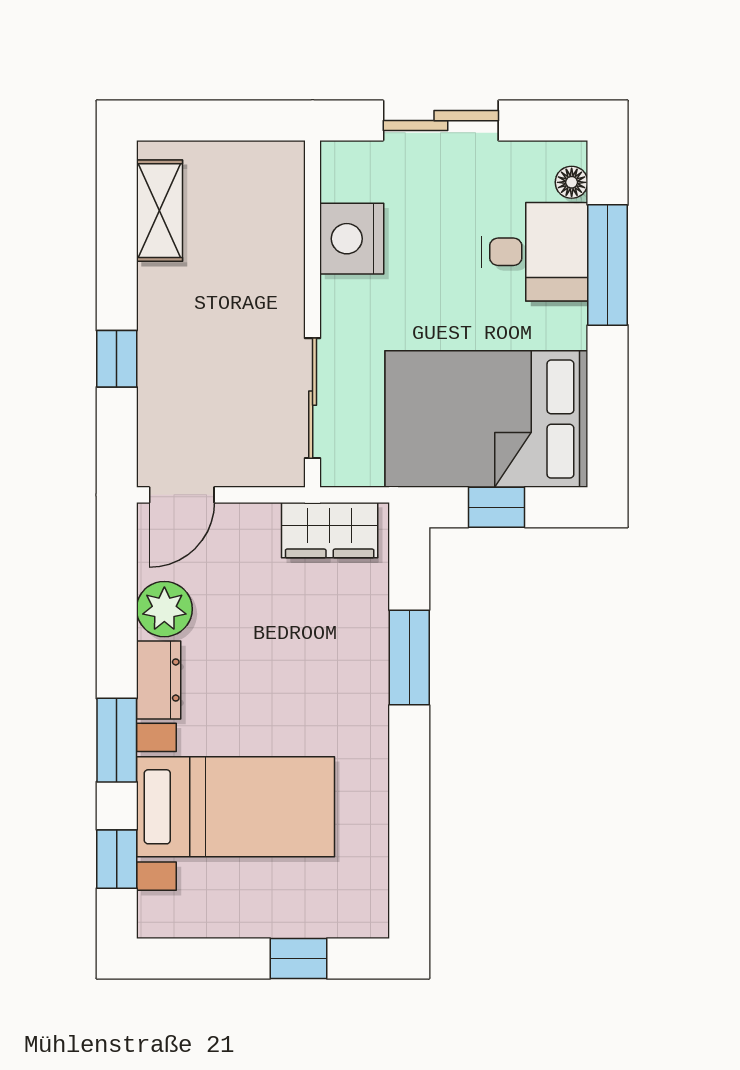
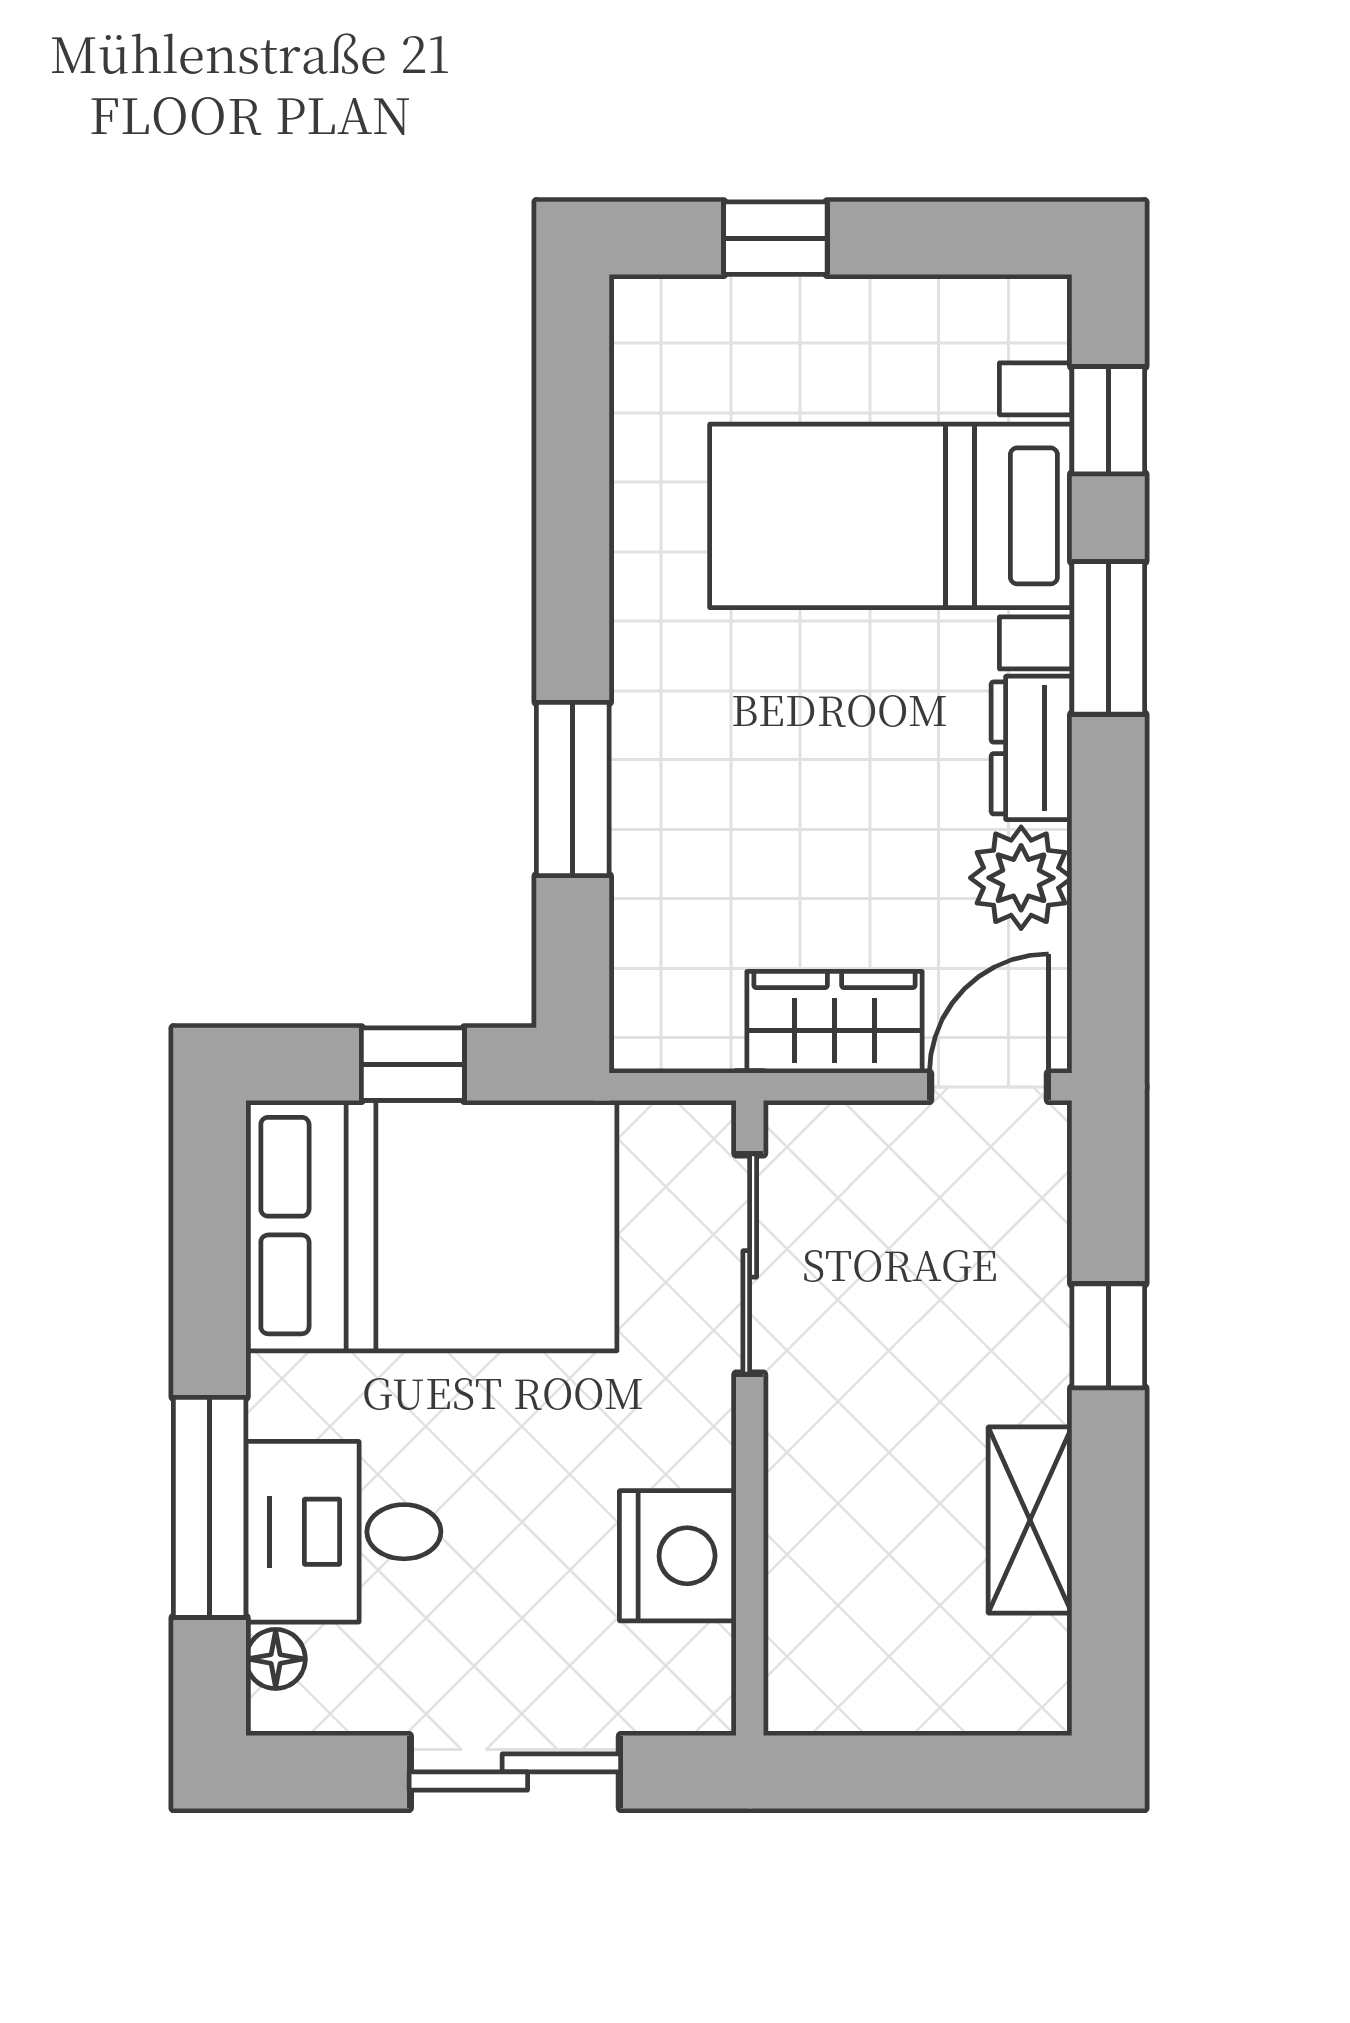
shelving: (159, 211) -> (1030, 1520), moved
wardrobe: (330, 530) -> (835, 1022), moved

